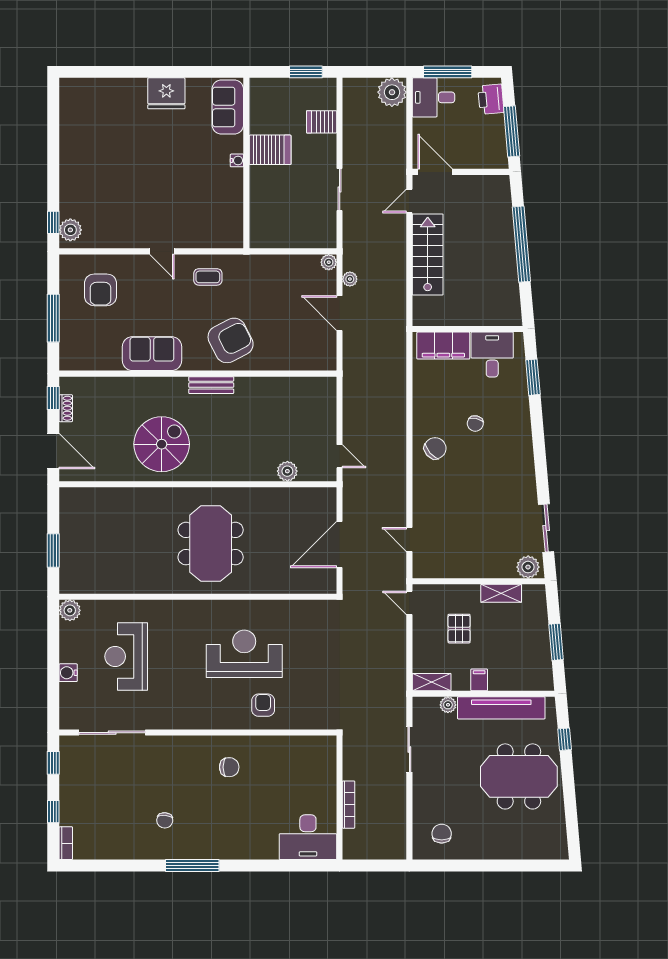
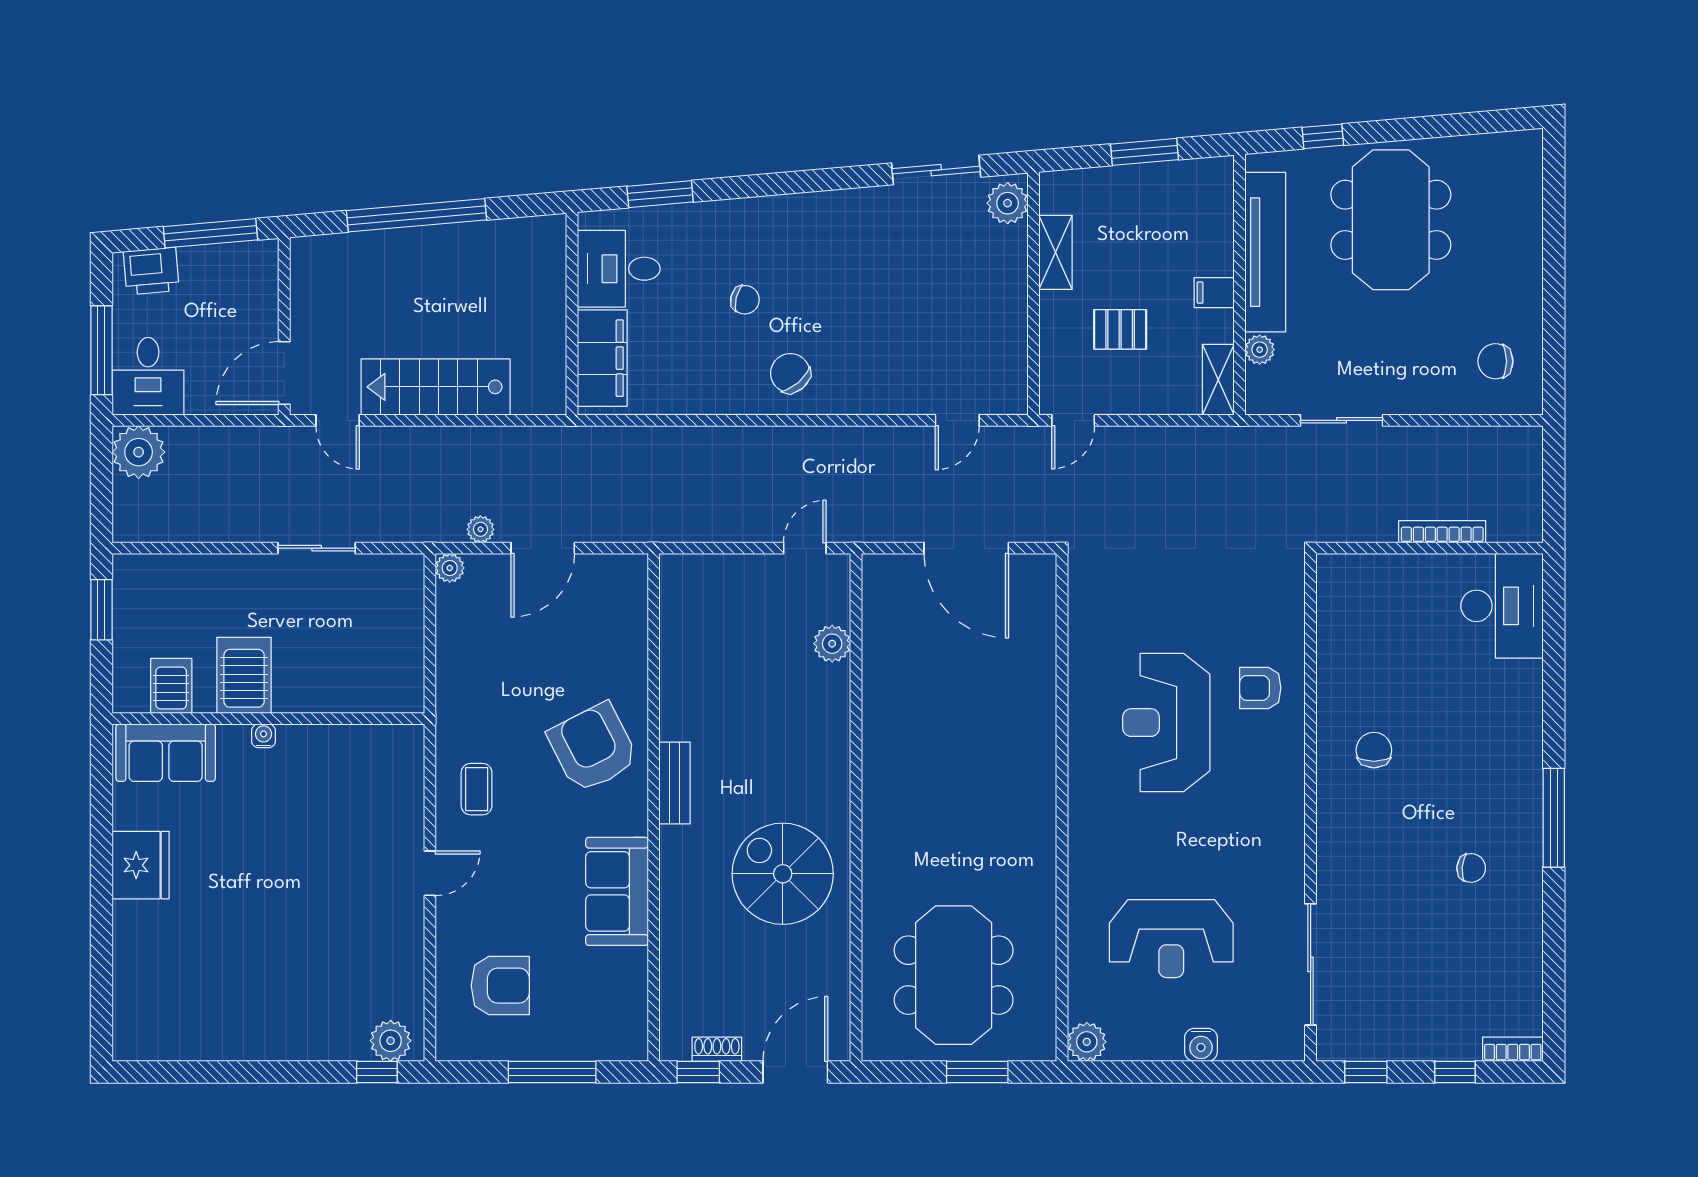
server rack: (322, 122) -> (171, 686), moved, turned 180
meeting table: (211, 544) -> (954, 975), moved, turned 90

